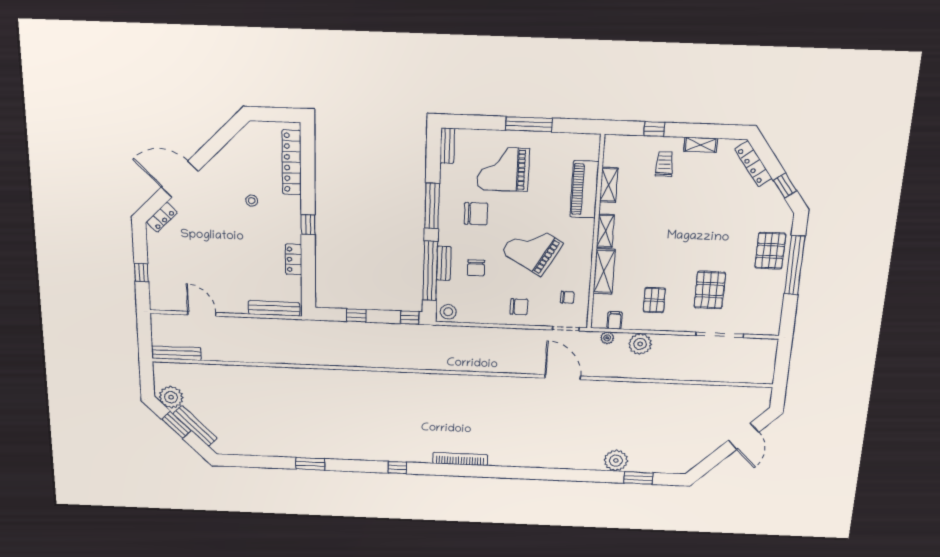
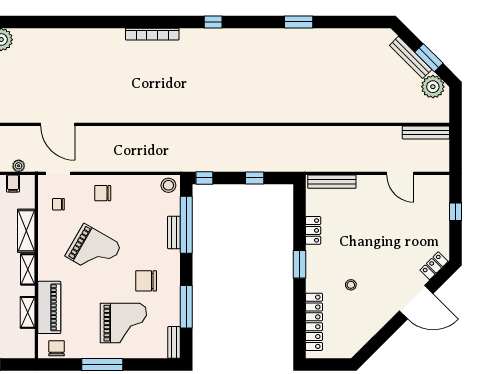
window: (432, 206) -> (186, 307), moved
window: (308, 225) -> (299, 264), width x1.50
chair: (476, 268) -> (57, 348), moved

